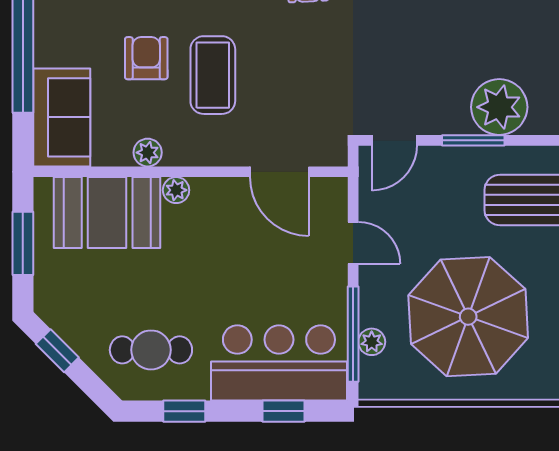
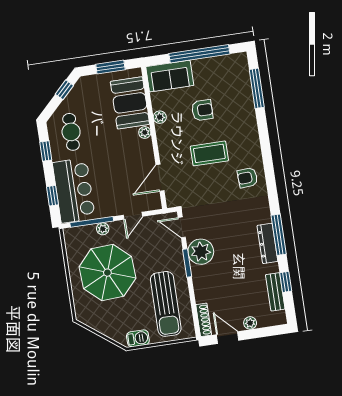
coffee table: (213, 75) -> (209, 153), moved
plant: (499, 107) -> (201, 252), moved
plant: (372, 342) -> (103, 229), moved

